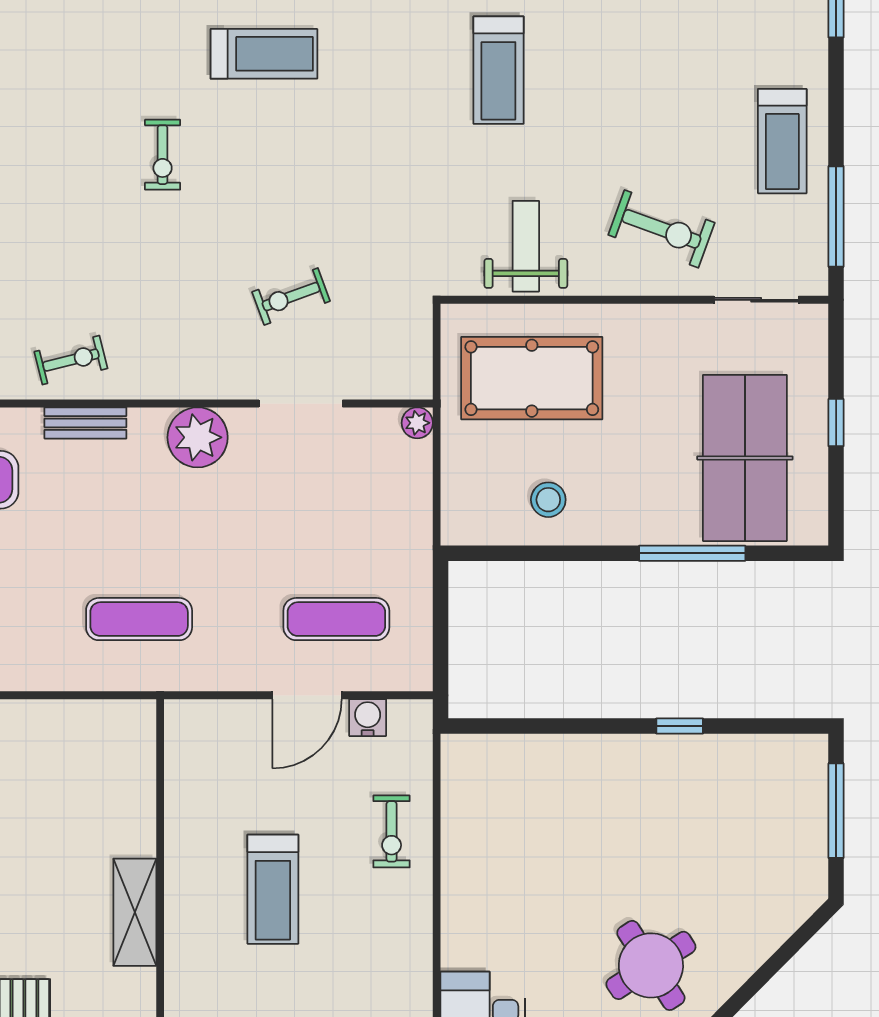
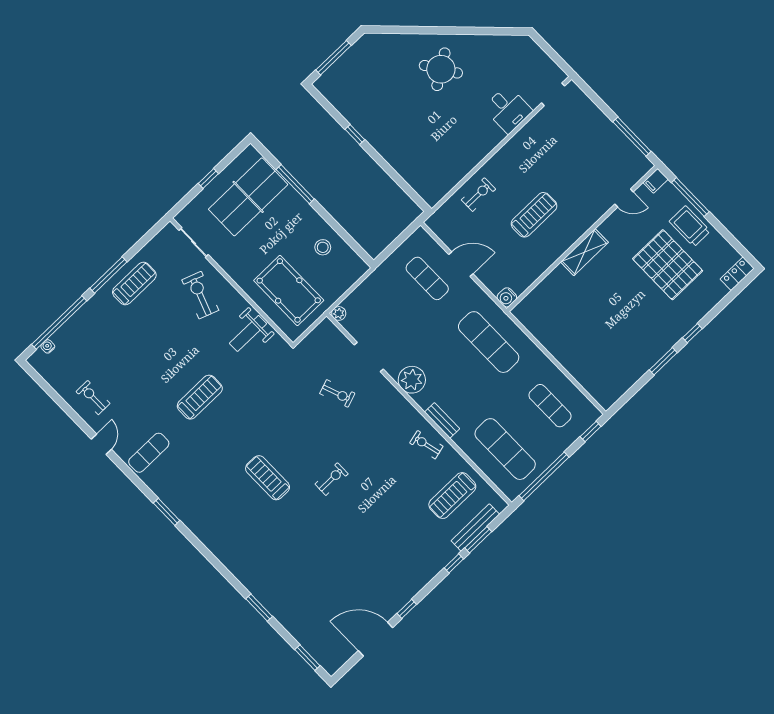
window: (836, 216) -> (108, 275), moved
exercise mat: (139, 619) -> (489, 342), width x1.36, depth x1.45
water cooler: (368, 718) -> (507, 297), moved

